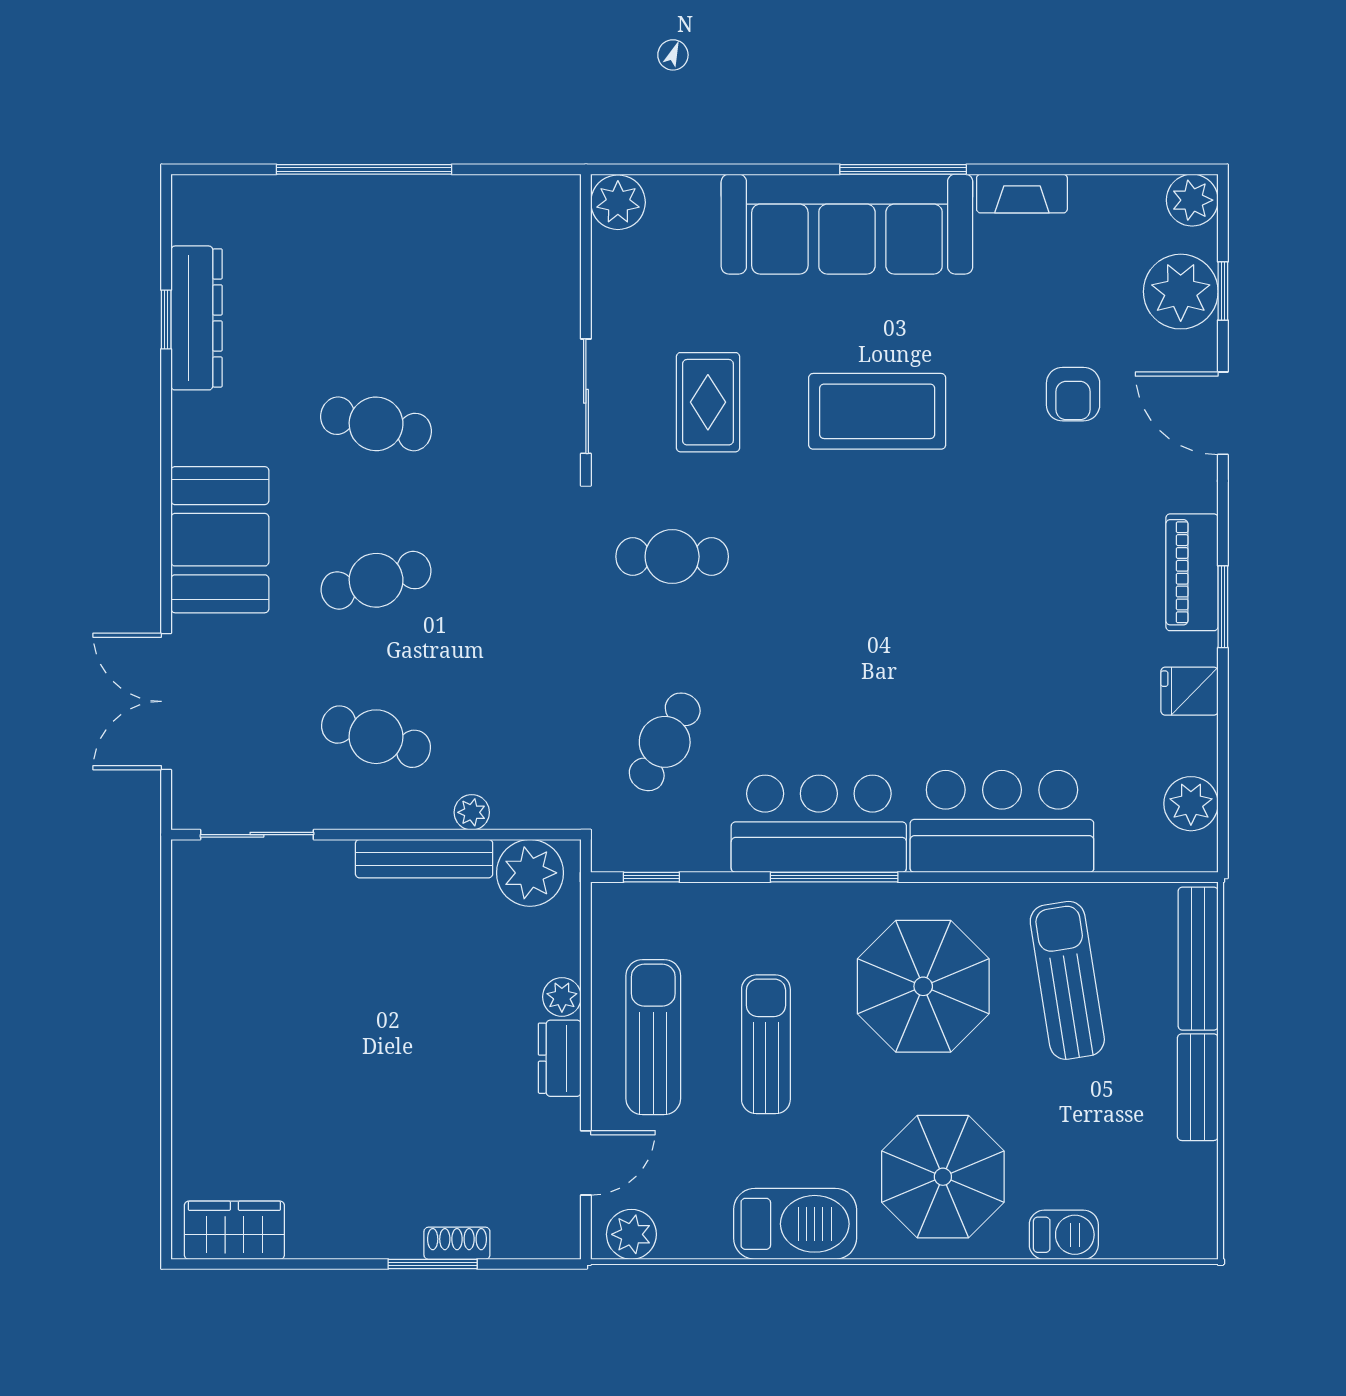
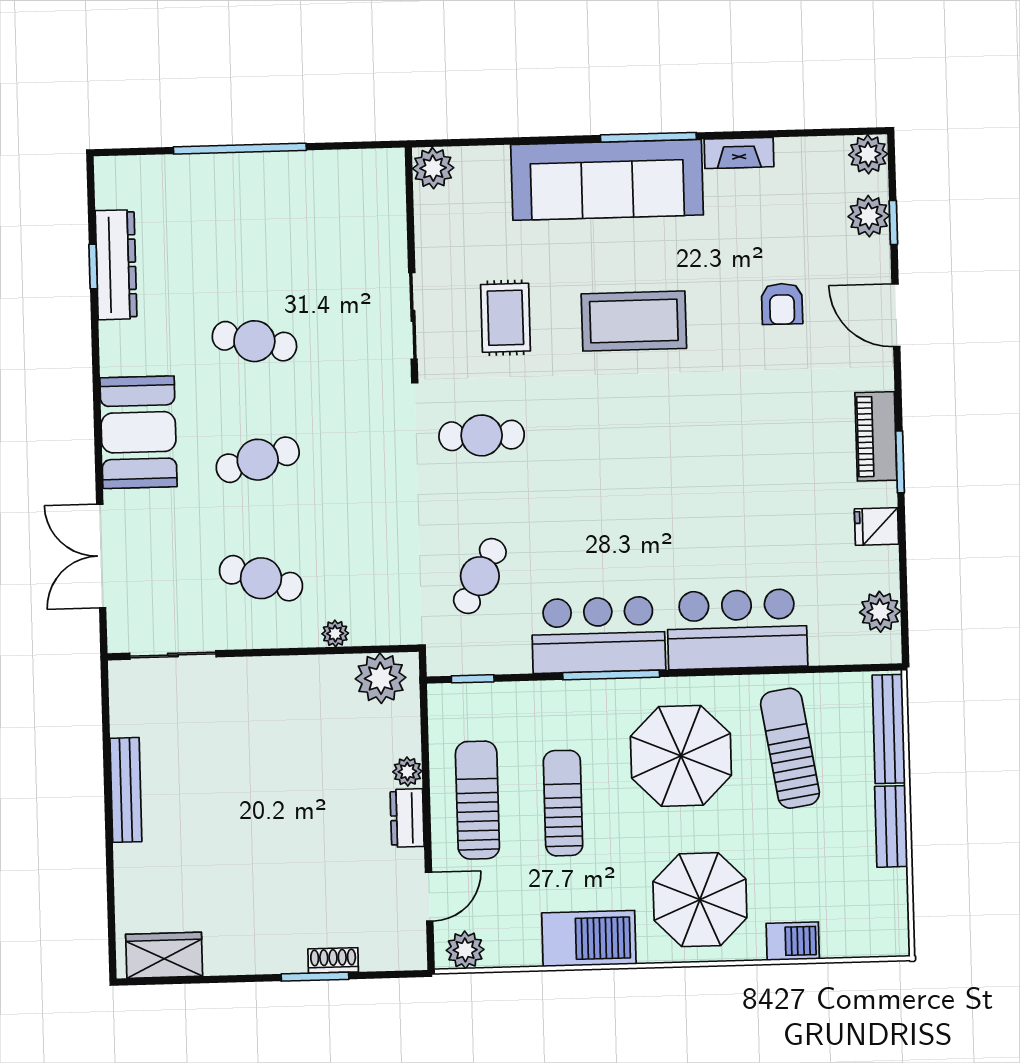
plant: (1181, 292) -> (869, 216), width x0.73, depth x0.73
bench: (424, 859) -> (126, 790), moved, turned 90

